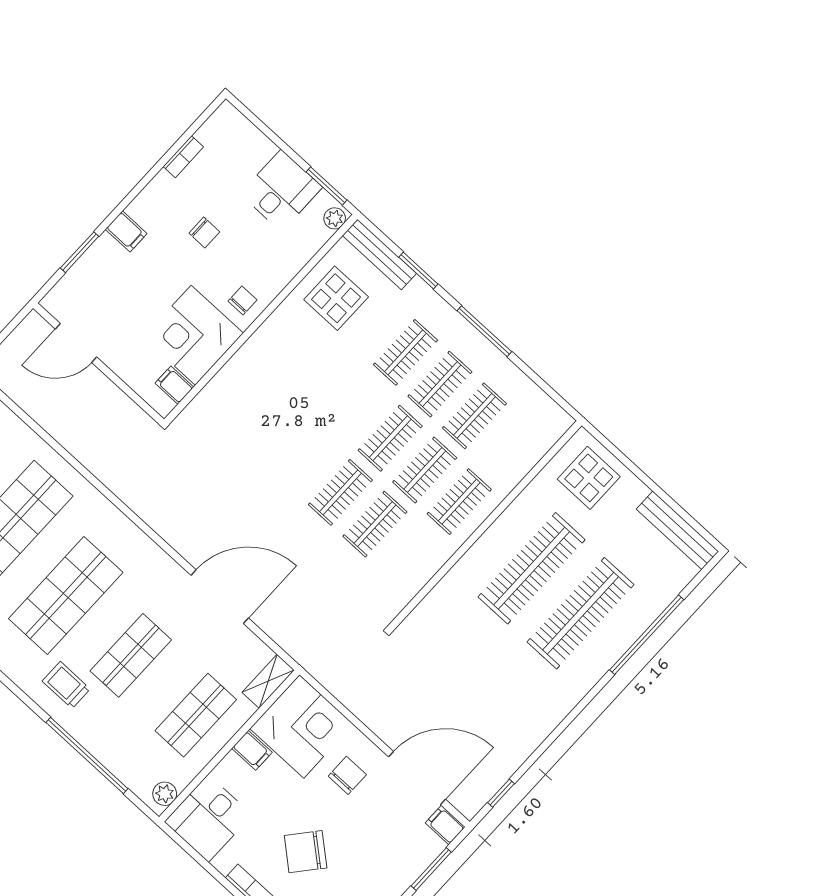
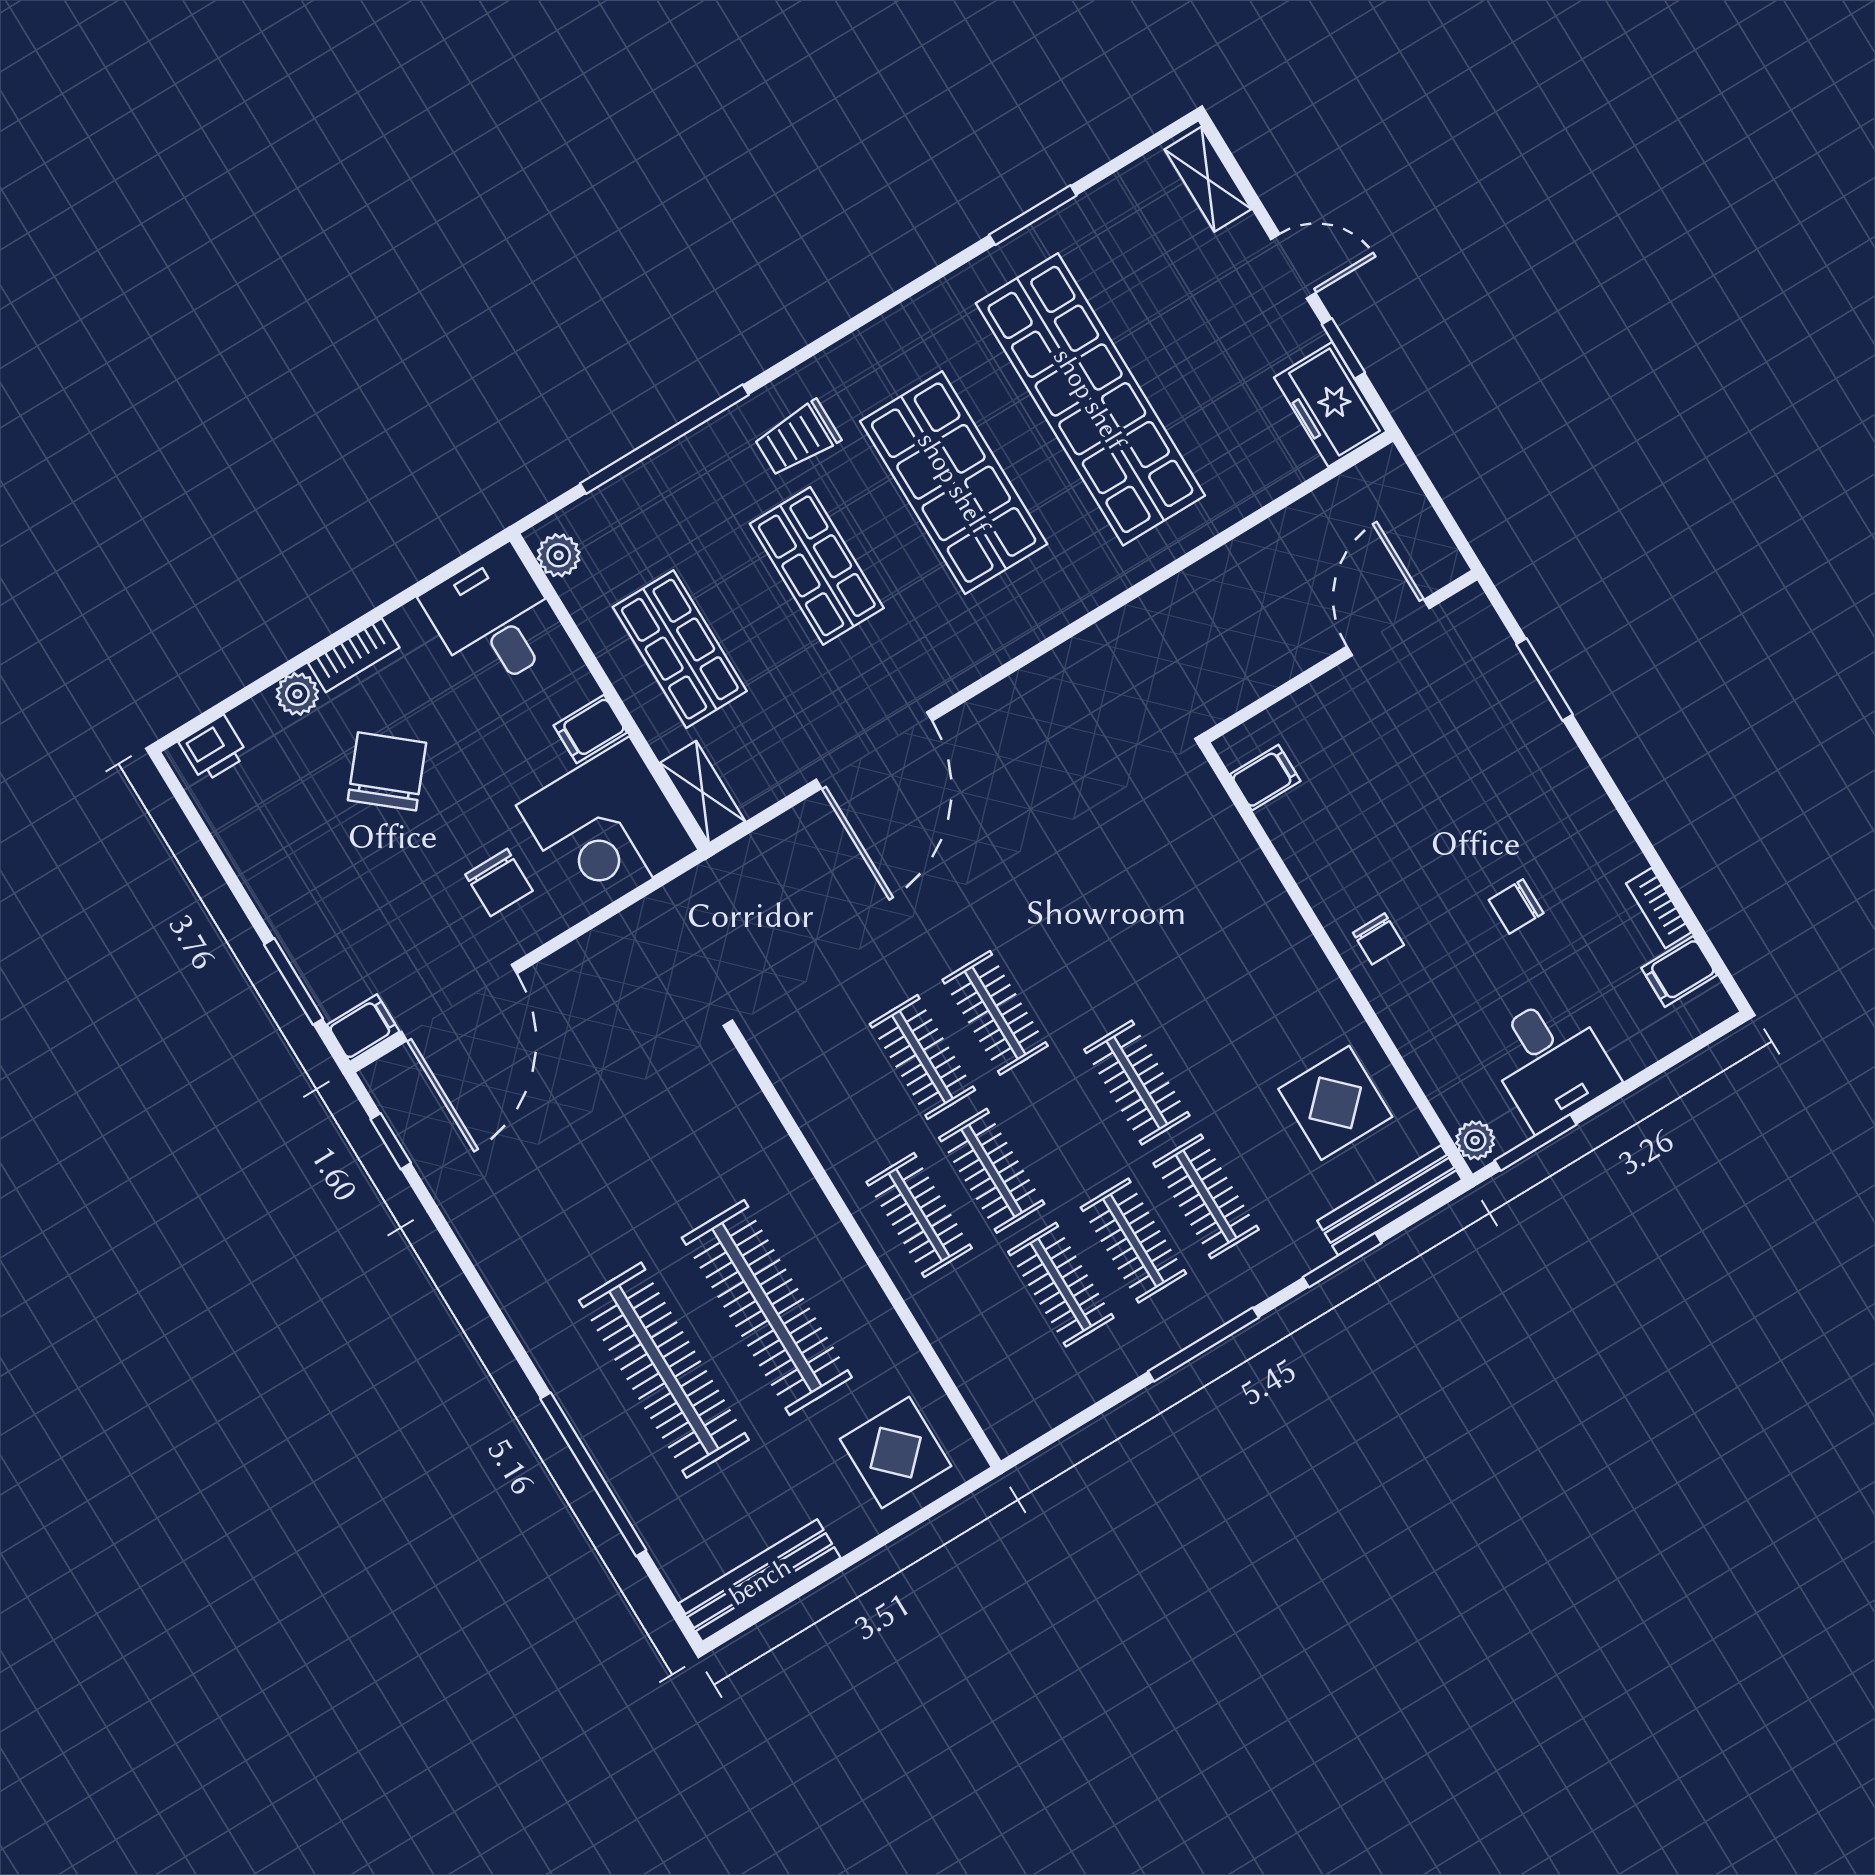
filing cabinet: (126, 231) -> (1679, 971), moved
corner desk: (193, 335) -> (1343, 836), removed
clothes rail: (390, 438) -> (1137, 1083), moved
trolley: (66, 685) -> (797, 438), turned 180

